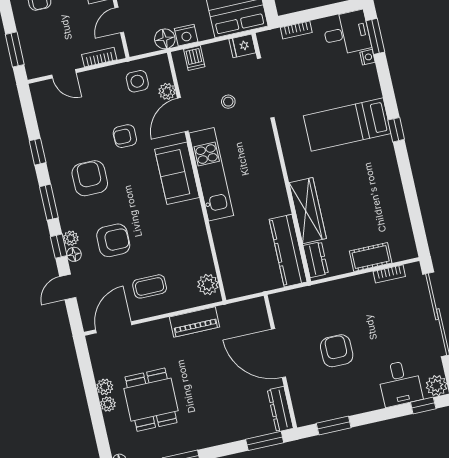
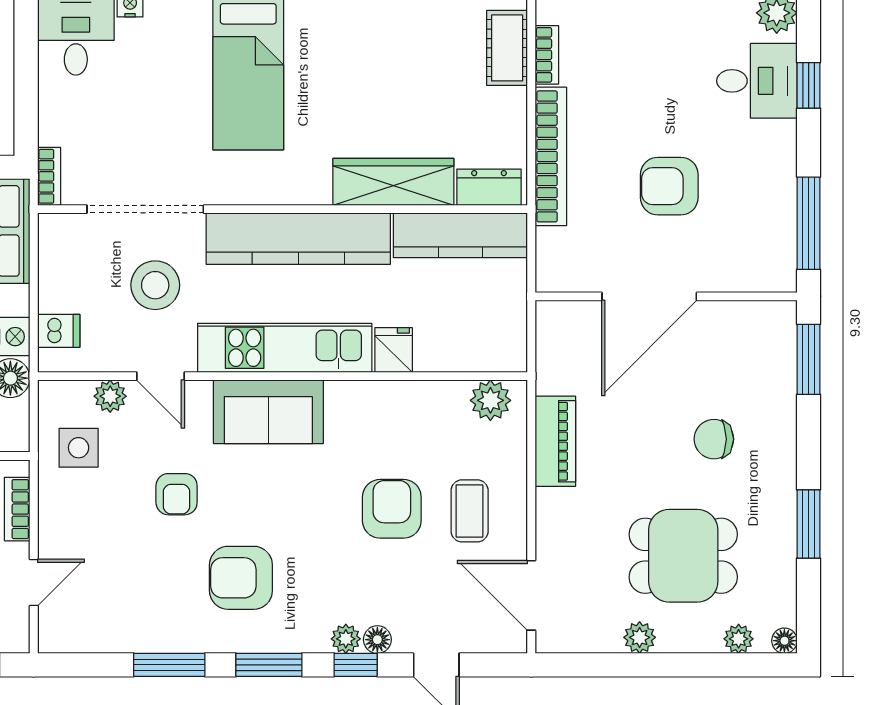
bookcase: (296, 30) -> (49, 176), moved
fridge: (242, 46) -> (394, 350), moved, turned 180
stool: (228, 102) -> (155, 285), width x1.89, depth x1.89
door: (183, 115) -> (161, 376), width x0.73
window: (38, 152) -> (169, 665), width x1.50
kitchen counter: (268, 169) -> (298, 239), added
armchair: (113, 240) -> (392, 509), moved
cot: (371, 257) -> (507, 48), moved
bookcase: (338, 287) -> (551, 156), added
chair: (214, 402) -> (714, 439), added
plant: (108, 404) -> (739, 639), moved
window: (423, 406) -> (809, 85), moved
dresser: (280, 409) -> (755, 317), removed
window: (334, 426) -> (809, 223), width x1.44

